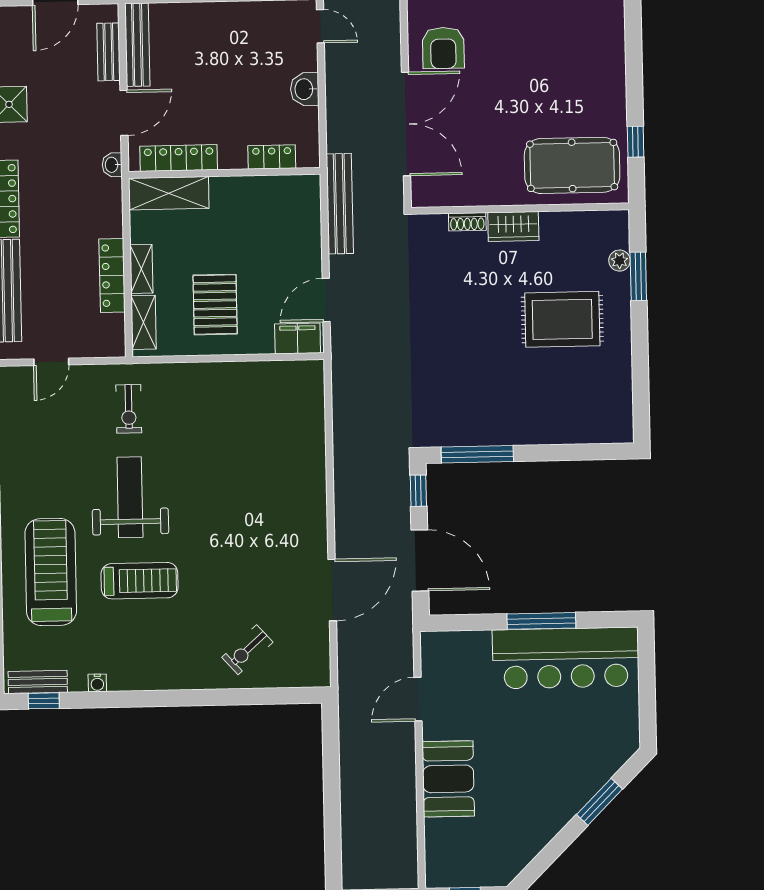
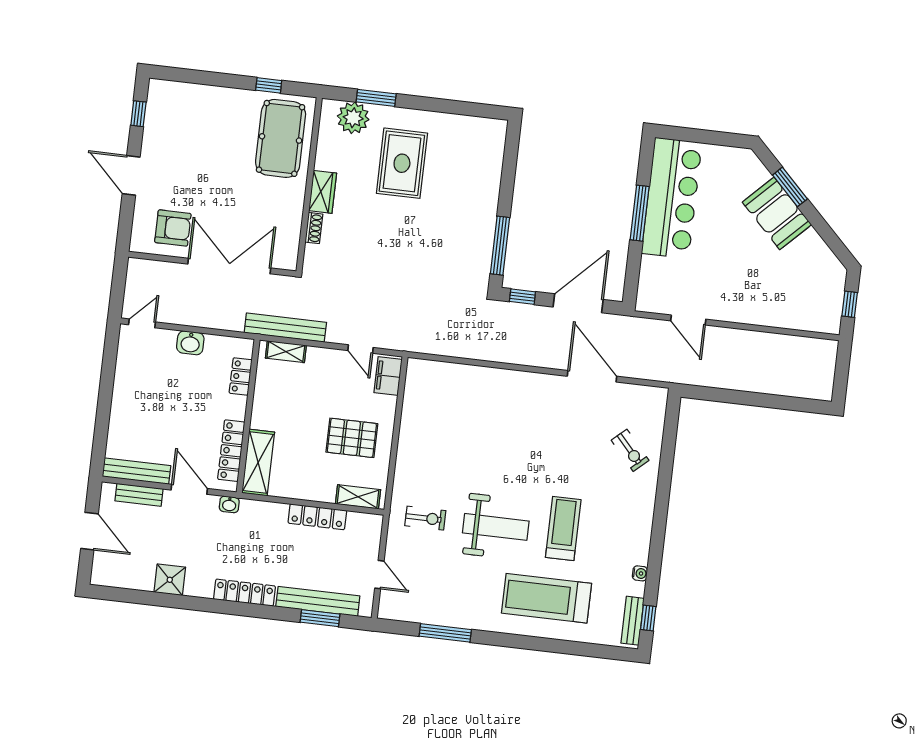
plant: (619, 261) -> (353, 118), width x1.88, depth x1.88
shelving: (141, 269) -> (286, 352), moved
door: (326, 300) -> (360, 349), width x0.73
weight bench: (130, 497) -> (496, 527), turned 180
booth: (448, 779) -> (777, 213), moved, turned 45

